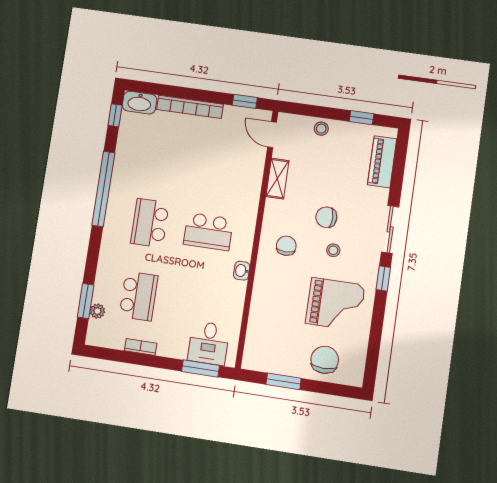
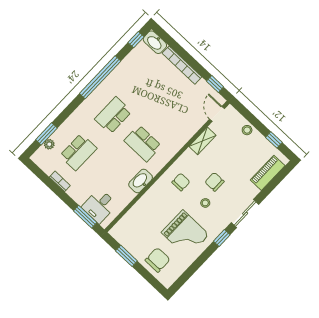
washbasin: (242, 271) -> (141, 181), width x1.91, depth x1.45

